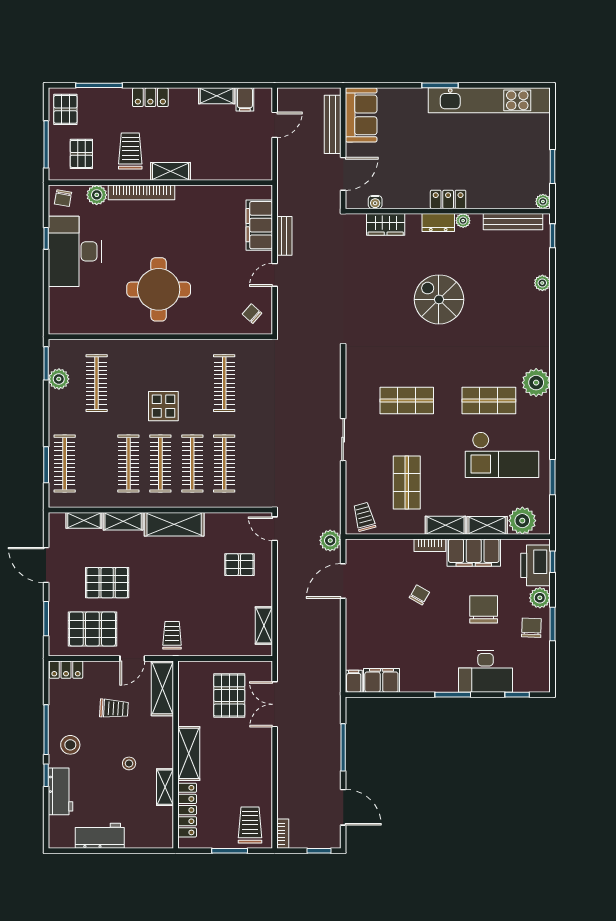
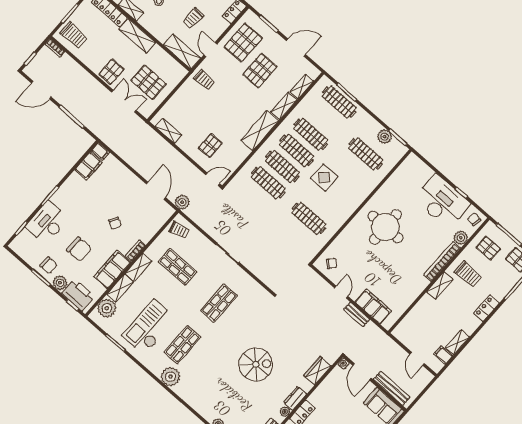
water cooler: (375, 202) -> (344, 364), moved
pallet: (254, 747) -> (111, 72), added

